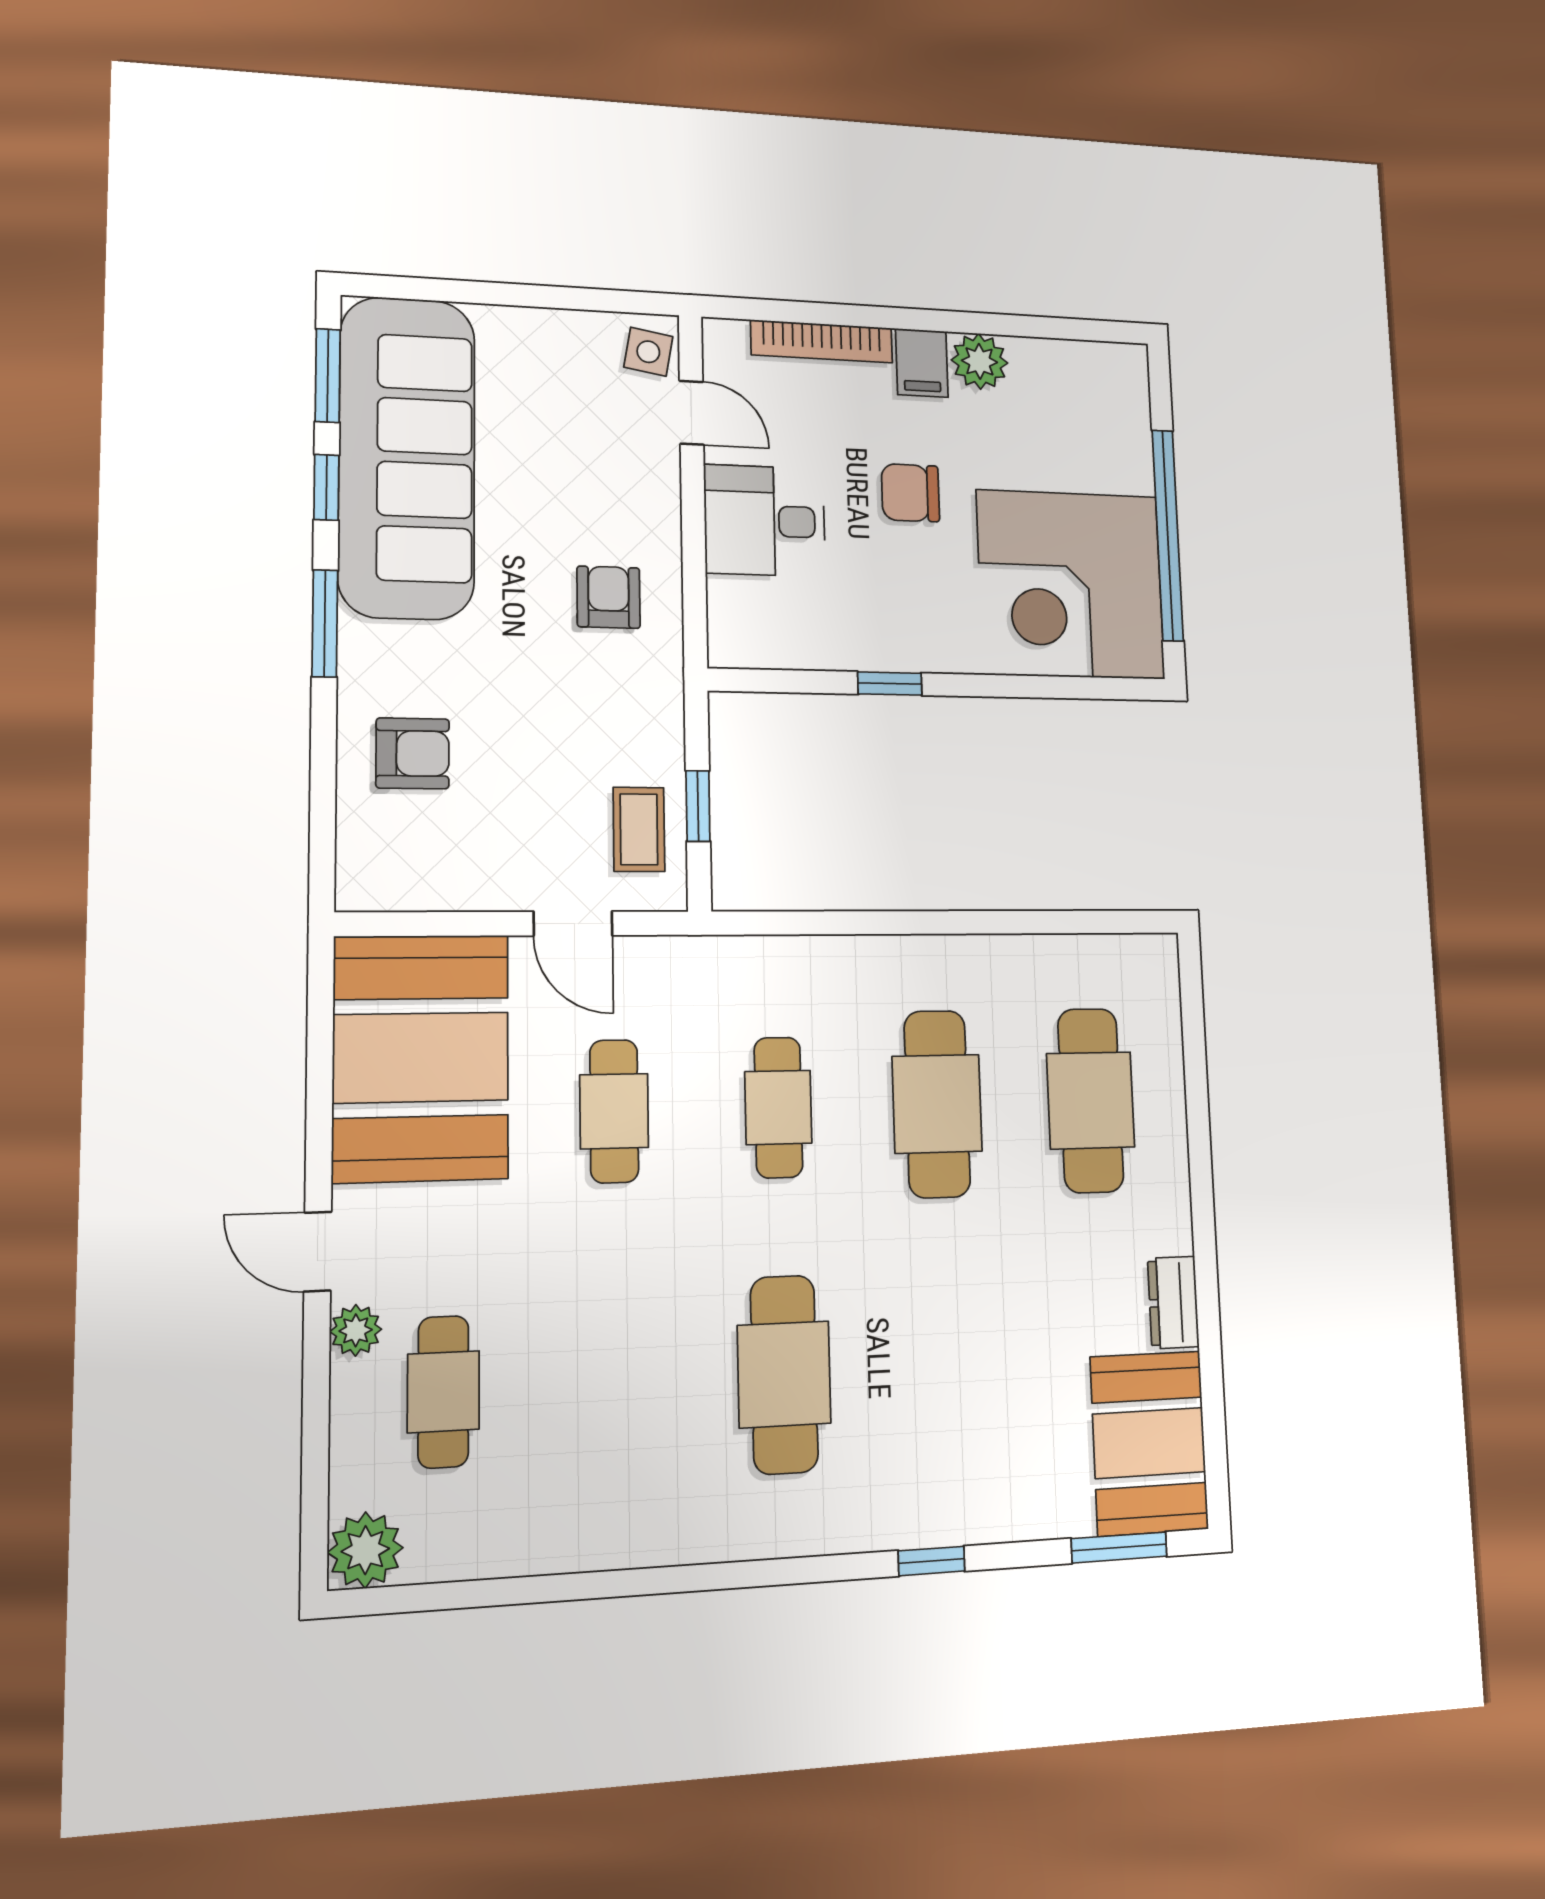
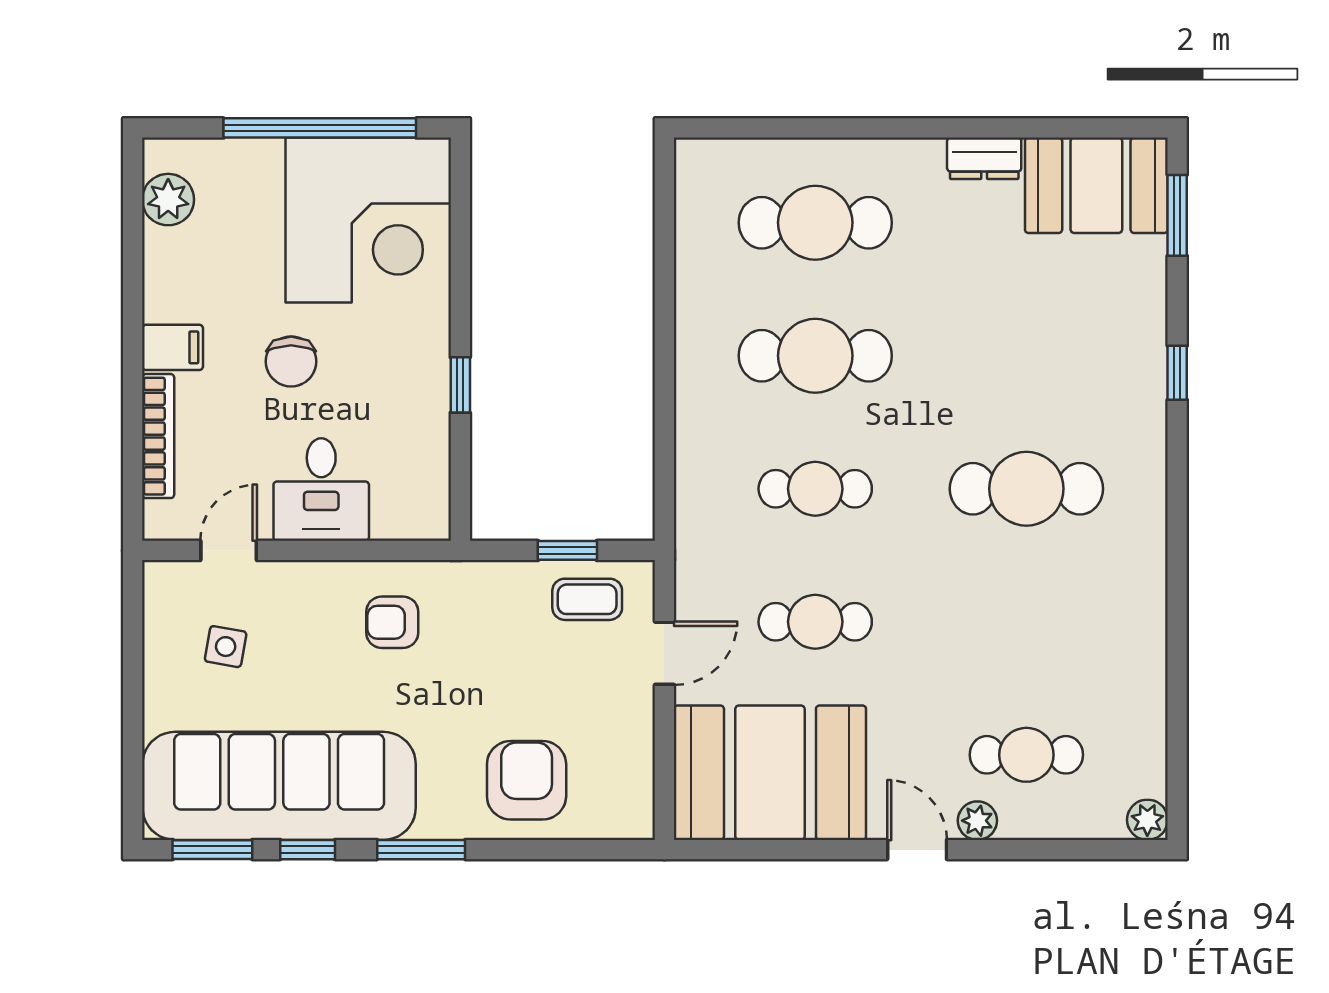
side table: (648, 352) -> (226, 647), moved
plant: (979, 361) -> (168, 200), moved
armchair: (413, 753) -> (527, 780), width x1.38, depth x1.38
door: (318, 1252) -> (917, 850), swing flipped
plant: (365, 1550) -> (1147, 820), width x0.73, depth x0.73

